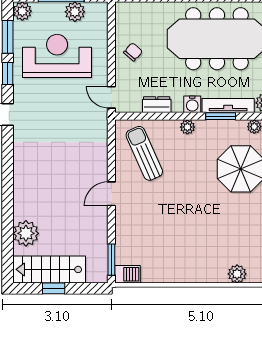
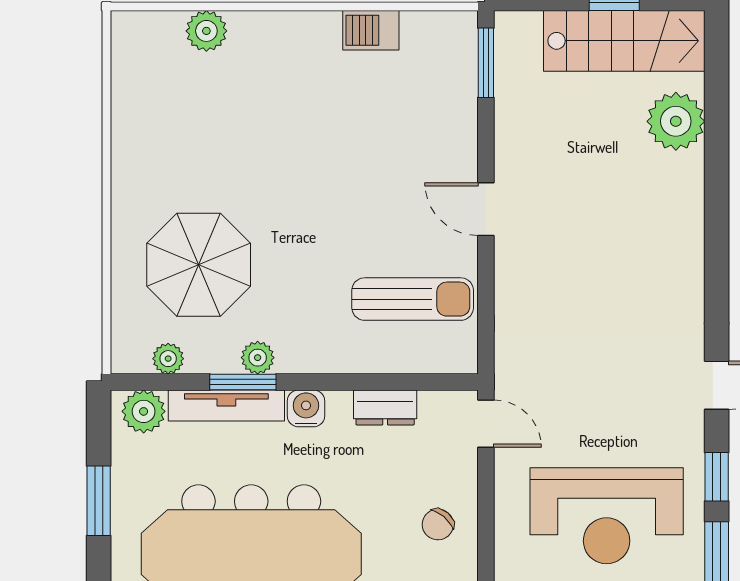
plant: (187, 127) -> (258, 358), moved
sun lounger: (144, 153) -> (413, 299), turned -66
door: (111, 194) -> (486, 209), swing flipped
barbecue: (127, 274) -> (371, 30), moved

